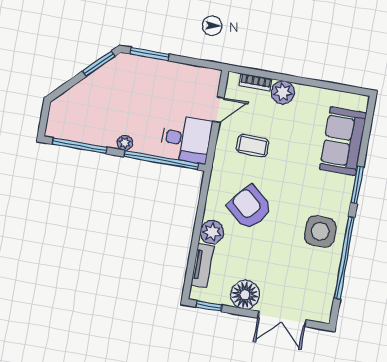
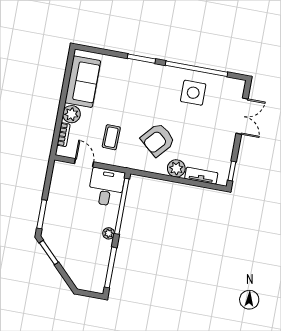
sofa: (343, 141) -> (83, 82), moved, turned -90
side table: (320, 232) -> (193, 93), moved
floor lamp: (245, 295) -> (224, 144), removed

